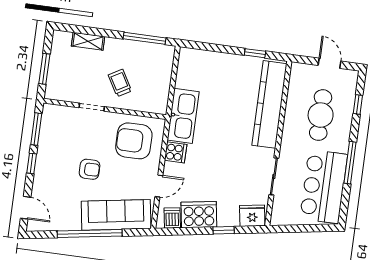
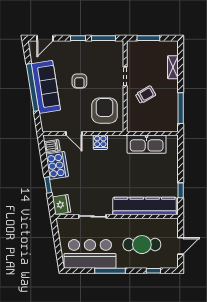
kitchen sink: (183, 116) -> (147, 144), moved
sofa: (116, 215) -> (46, 87), moved

